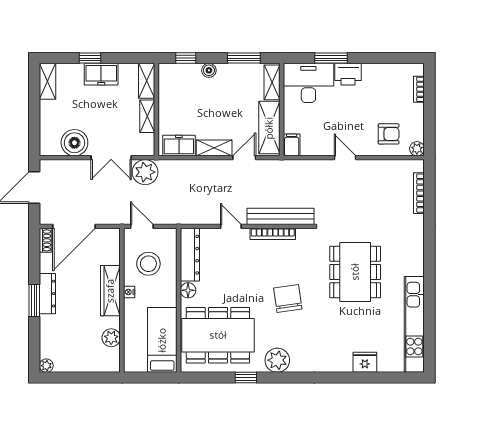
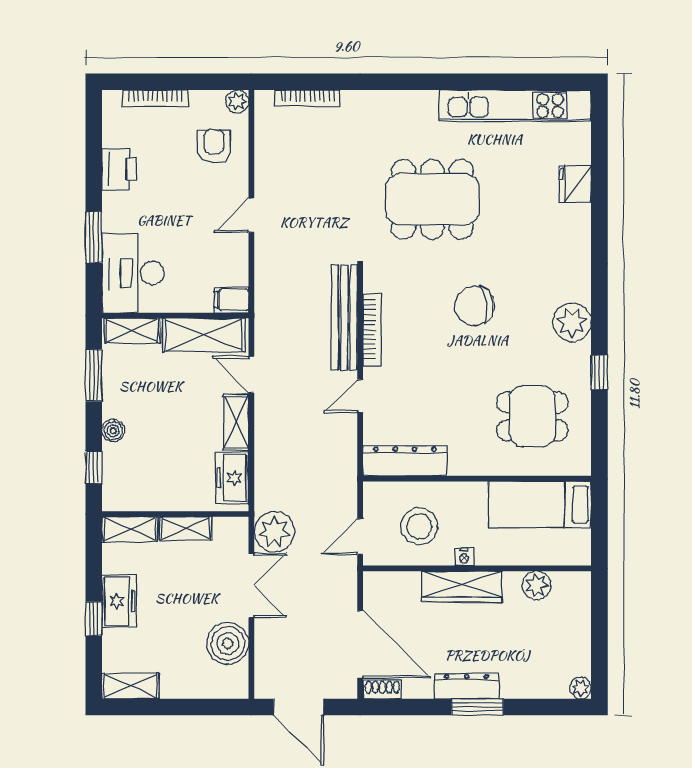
printer: (348, 74) -> (119, 169), moved
bookcase: (419, 89) -> (155, 98), width x1.56
floor lamp: (188, 290) -> (461, 464), removed
dining table: (218, 335) -> (532, 416), width x0.53, depth x0.80

